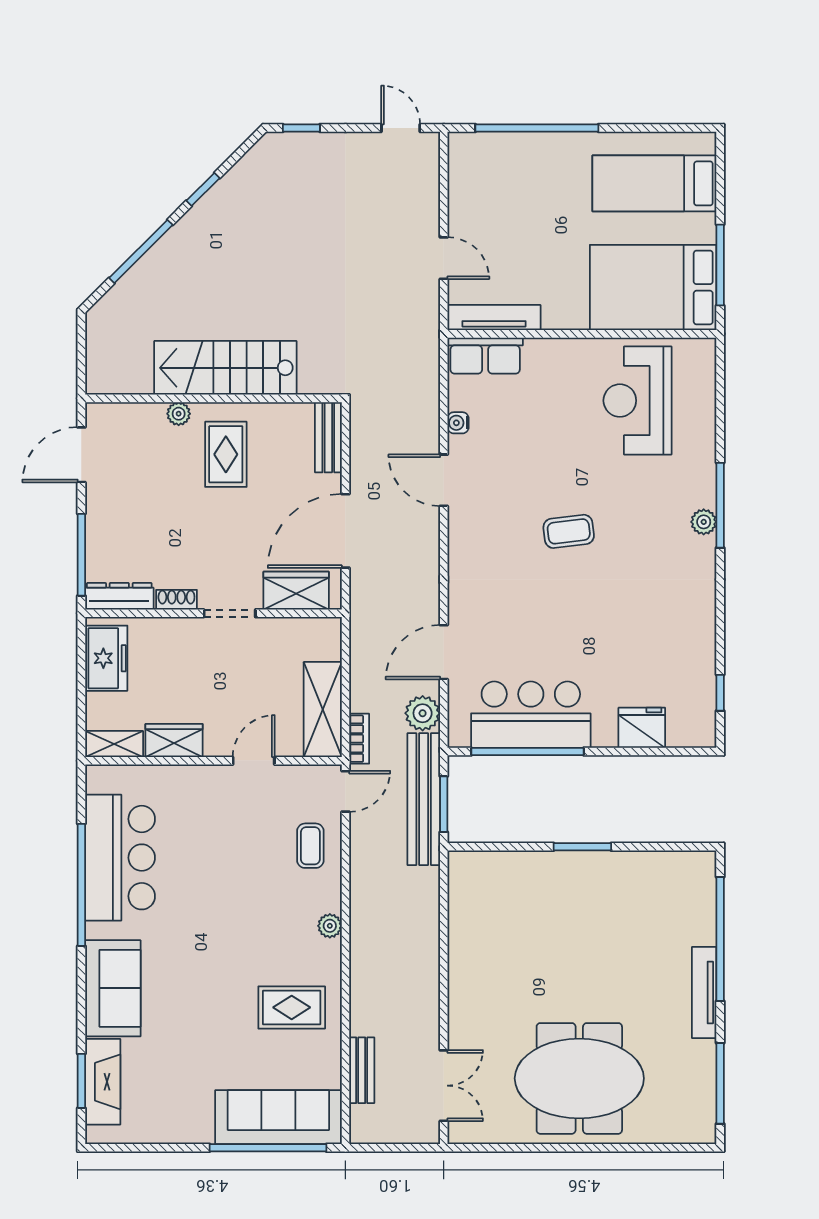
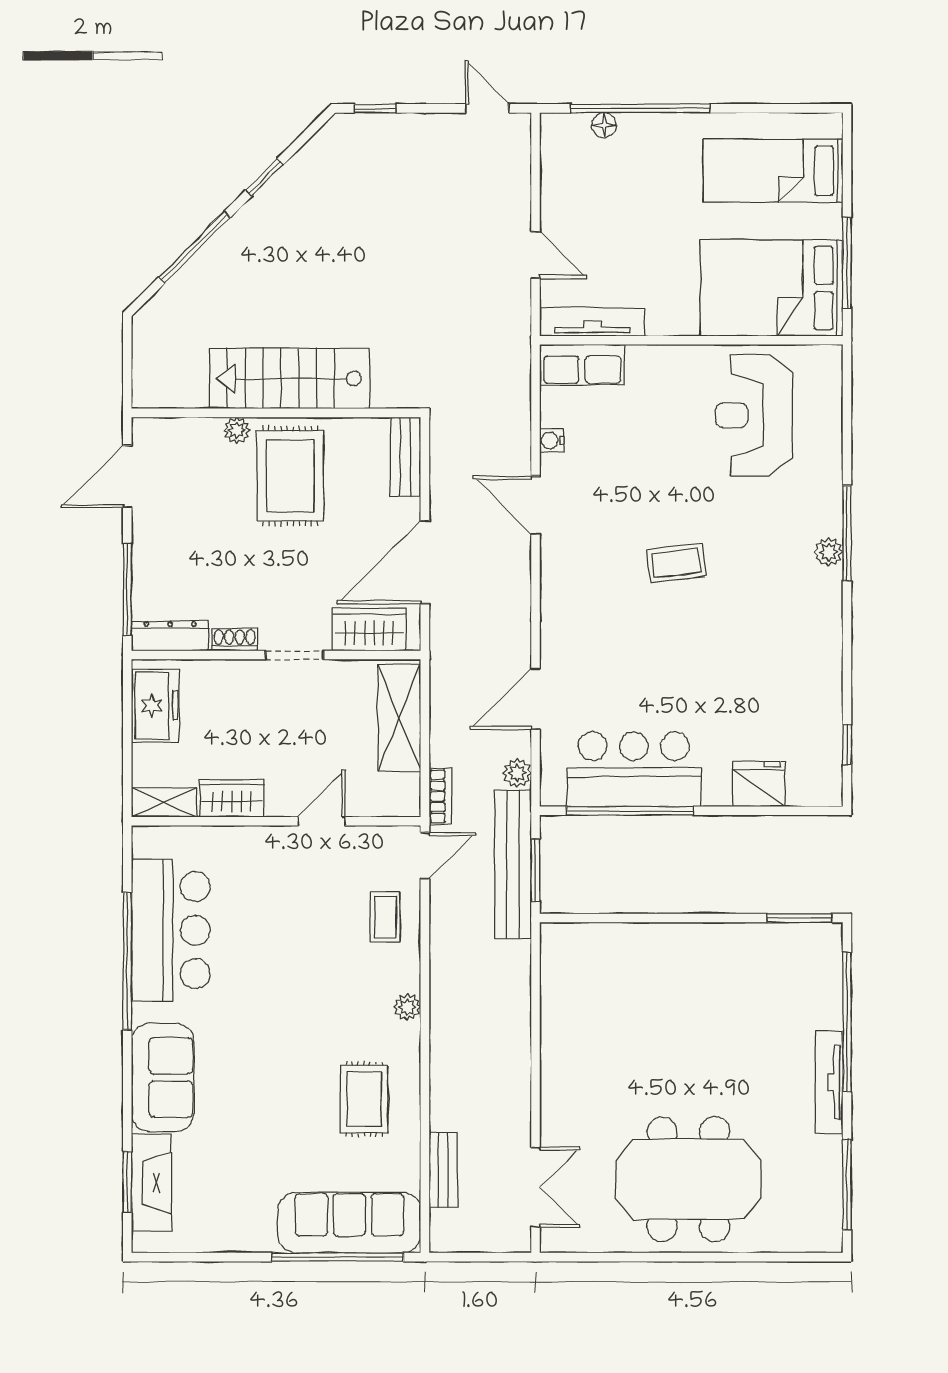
floor lamp: (505, 143) -> (604, 125), added
rug: (226, 454) -> (290, 476), width x1.36, depth x1.43
shelving: (323, 709) -> (399, 718), moved
plant: (423, 713) -> (517, 773), width x0.73, depth x0.73
window: (582, 847) -> (800, 918), moved
rug: (292, 1007) -> (364, 1099), turned 90

